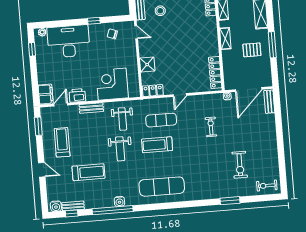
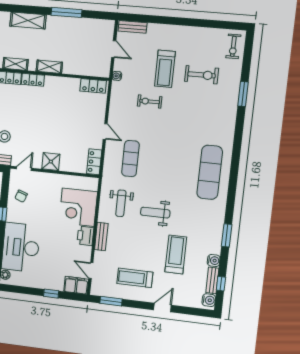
locker: (212, 27) -> (33, 80), added
window: (32, 49) -> (51, 294), moved
pallet: (252, 50) -> (68, 38), removed
shower: (147, 65) -> (51, 162), moved
locker: (215, 72) -> (93, 86), width x0.66
door: (249, 89) -> (114, 49), width x0.53
printer: (77, 95) -> (85, 236), moved
weight bench: (122, 119) -> (121, 203), turned 90
treadmill: (157, 145) -> (165, 69), moved
weight bench: (120, 149) -> (155, 213), turned 180
water cooler: (119, 201) -> (214, 261), moved
window: (113, 210) -> (227, 235), width x0.47

